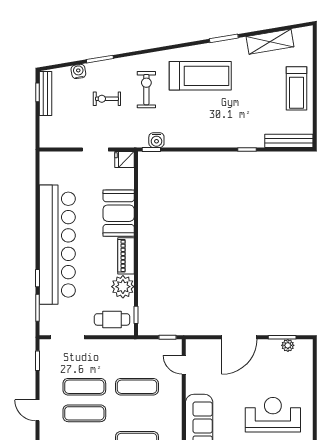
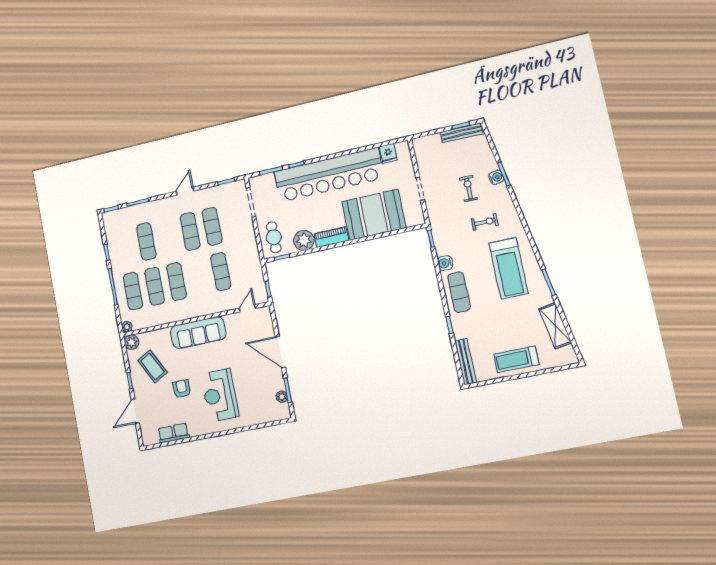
water cooler: (78, 71) -> (496, 177), moved
exercise bike: (146, 90) -> (485, 222), width x0.73, depth x0.72
exercise mat: (214, 132) -> (459, 292), added
water cooler: (156, 140) -> (445, 263), moved
fridge: (124, 159) -> (388, 153), moved, turned 180
booth: (119, 213) -> (374, 215), width x1.36, depth x1.42
reception desk: (273, 415) -> (220, 395), turned 180

